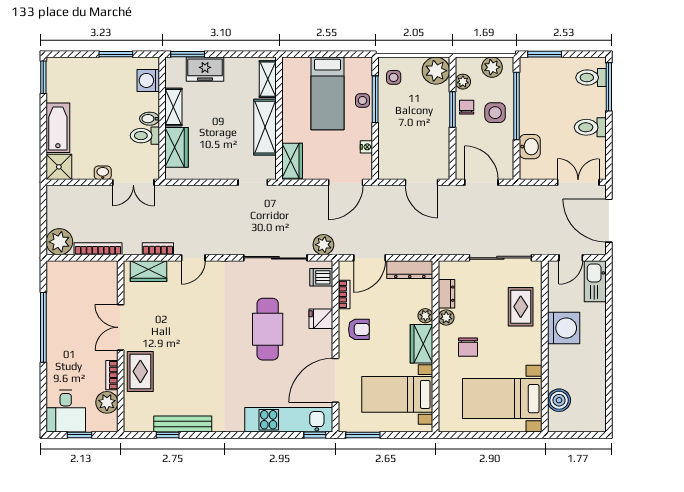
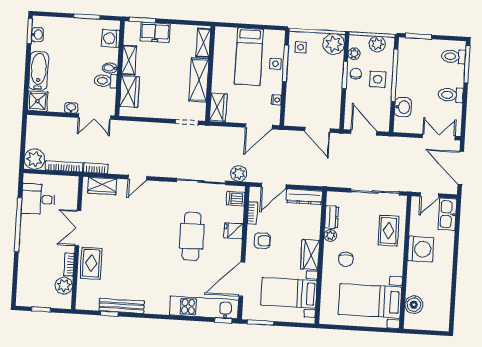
washbasin: (54, 81) -> (38, 35), added
bookcase: (158, 249) -> (96, 168), moved
plant: (425, 316) -> (314, 233), removed
desk: (66, 411) -> (38, 199), moved, turned 90

